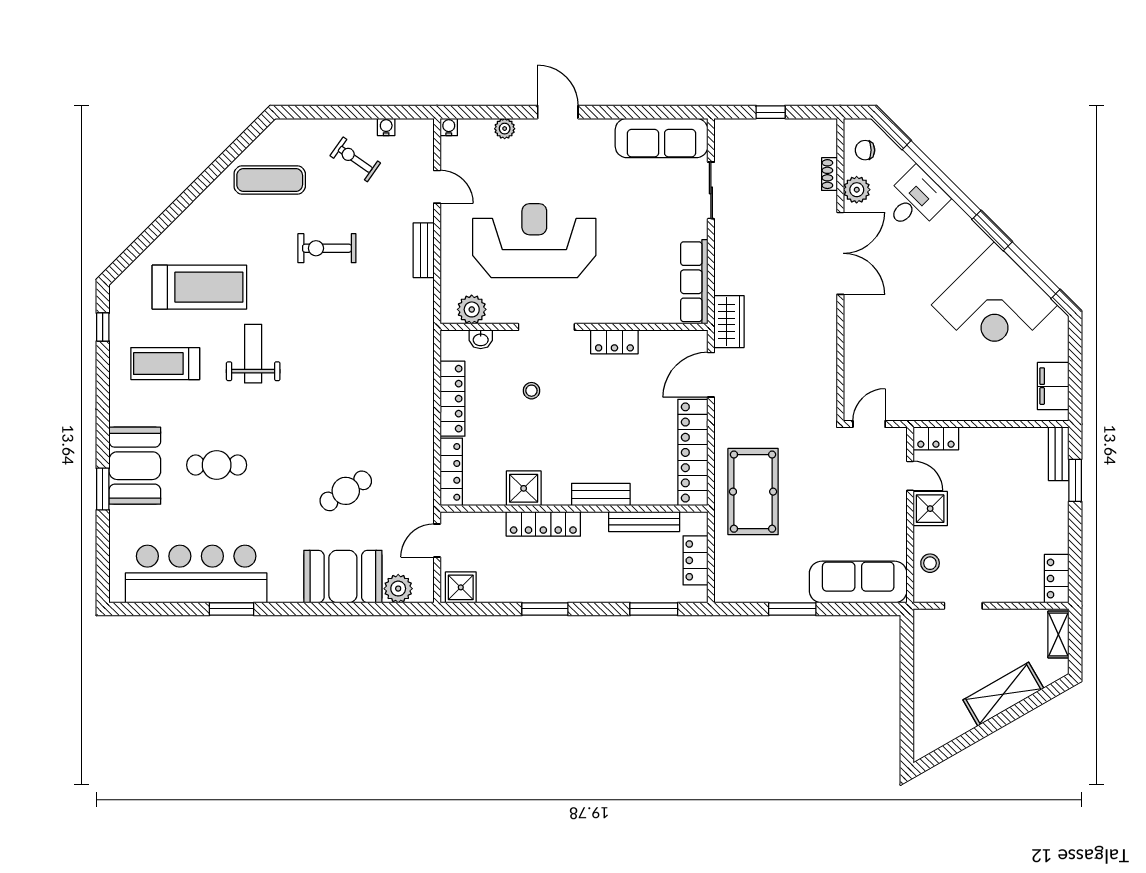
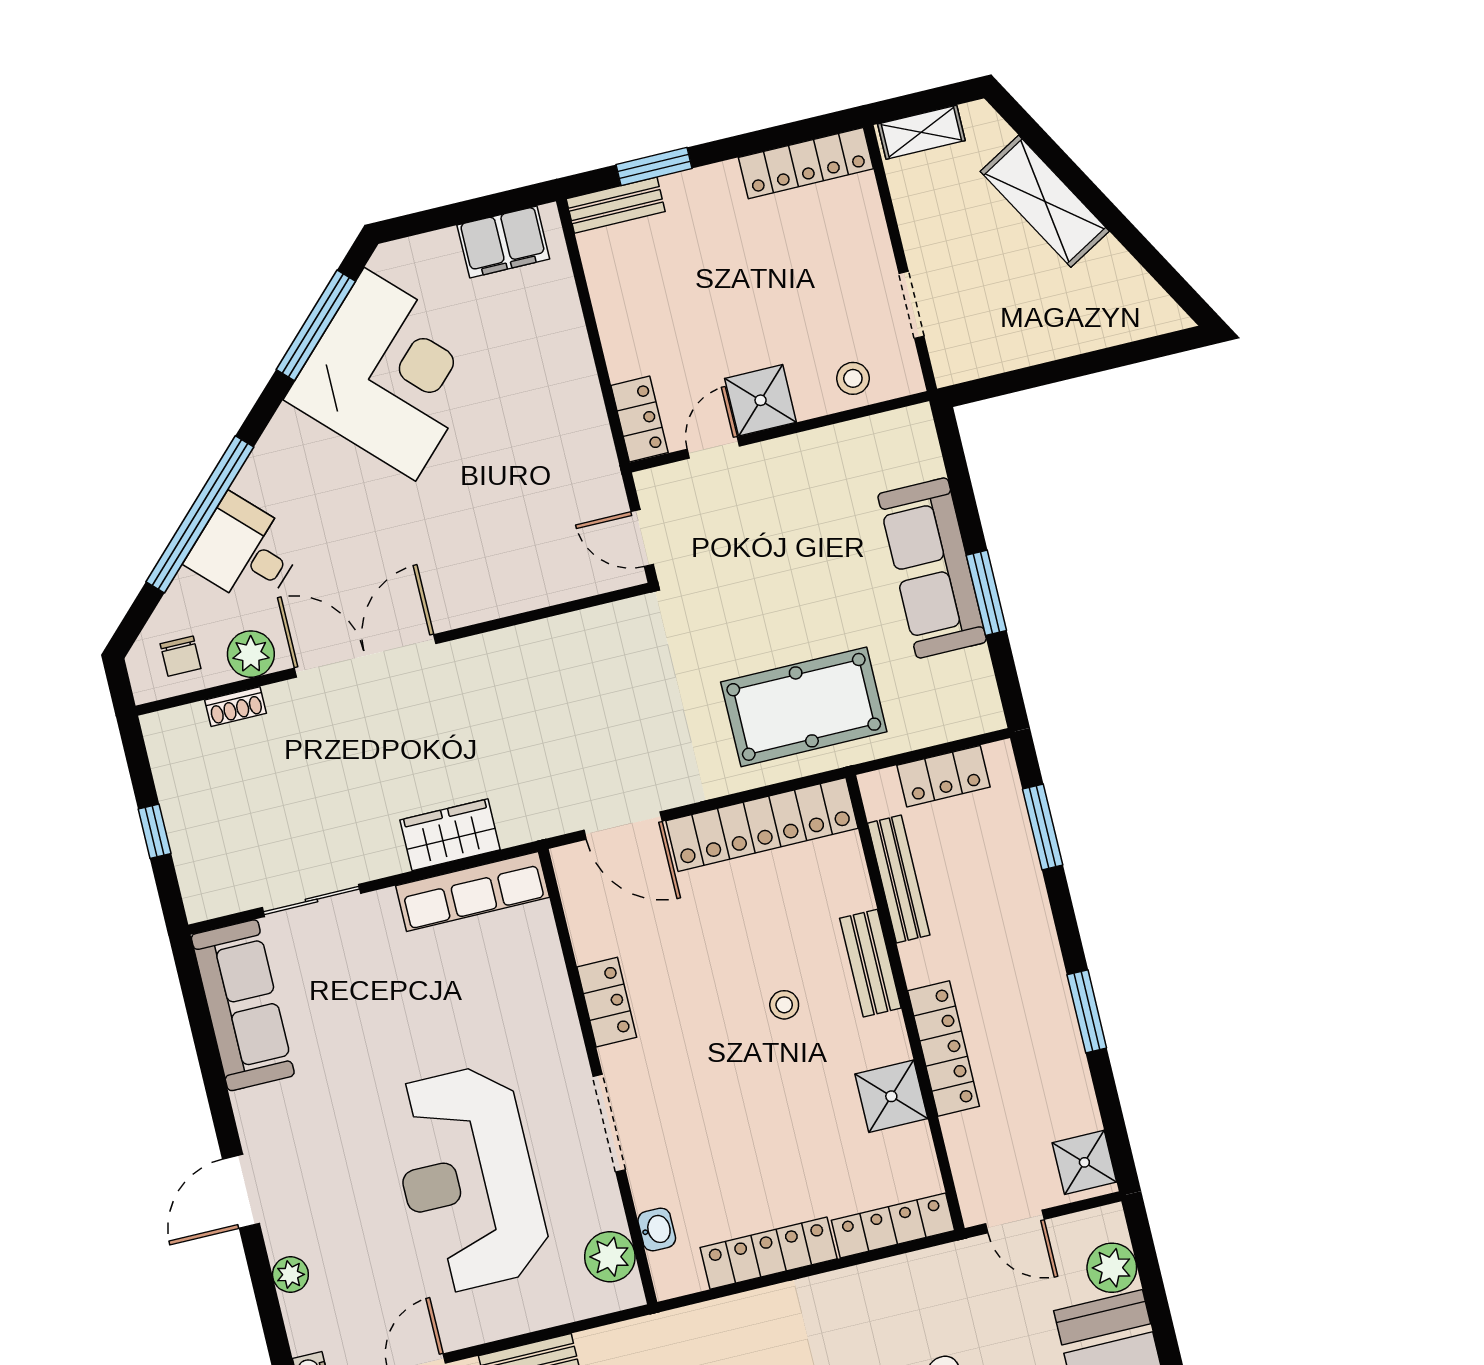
wardrobe: (729, 322) -> (450, 835), moved
stool: (531, 391) -> (784, 1005), moved
locker: (1057, 579) -> (806, 163), width x1.53
sofa: (858, 582) -> (932, 568), moved

